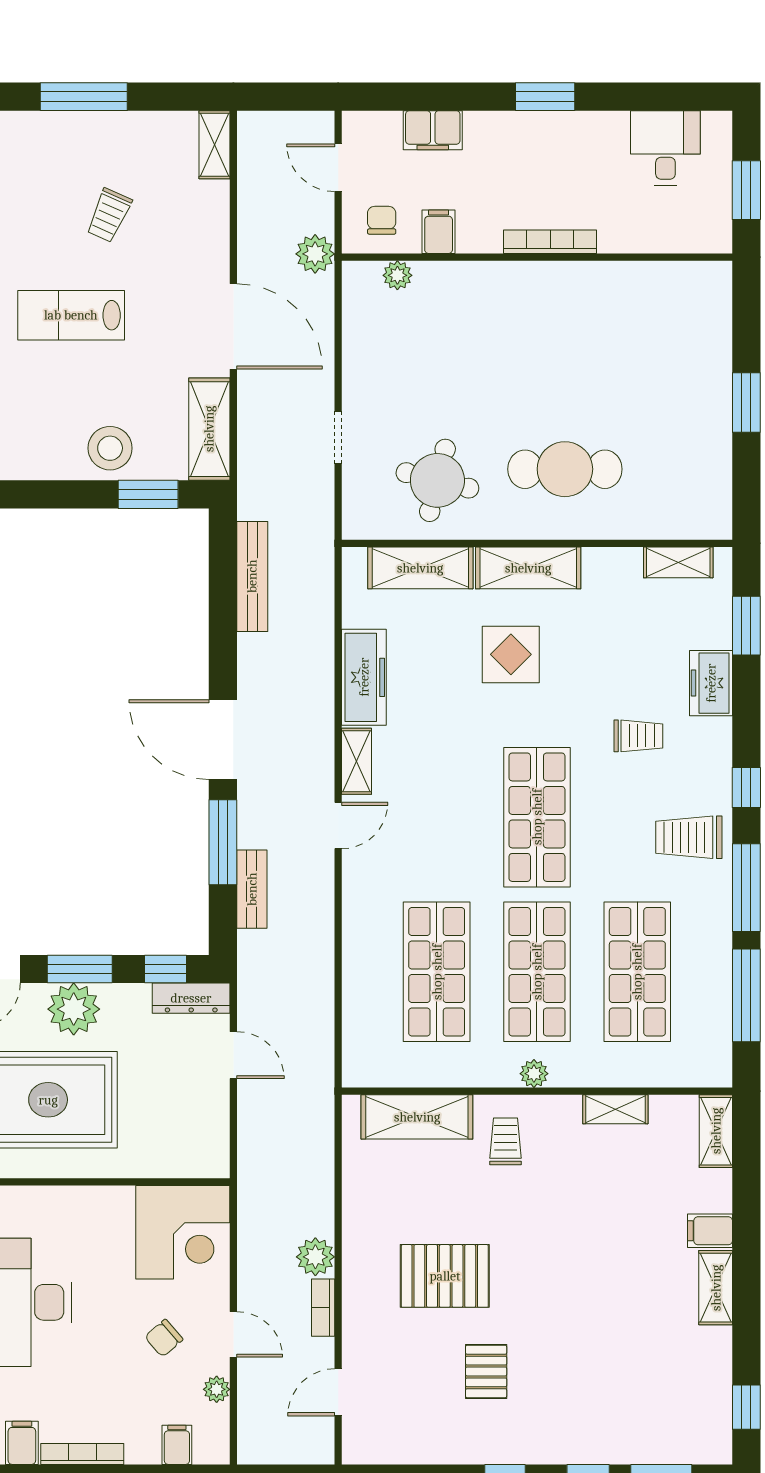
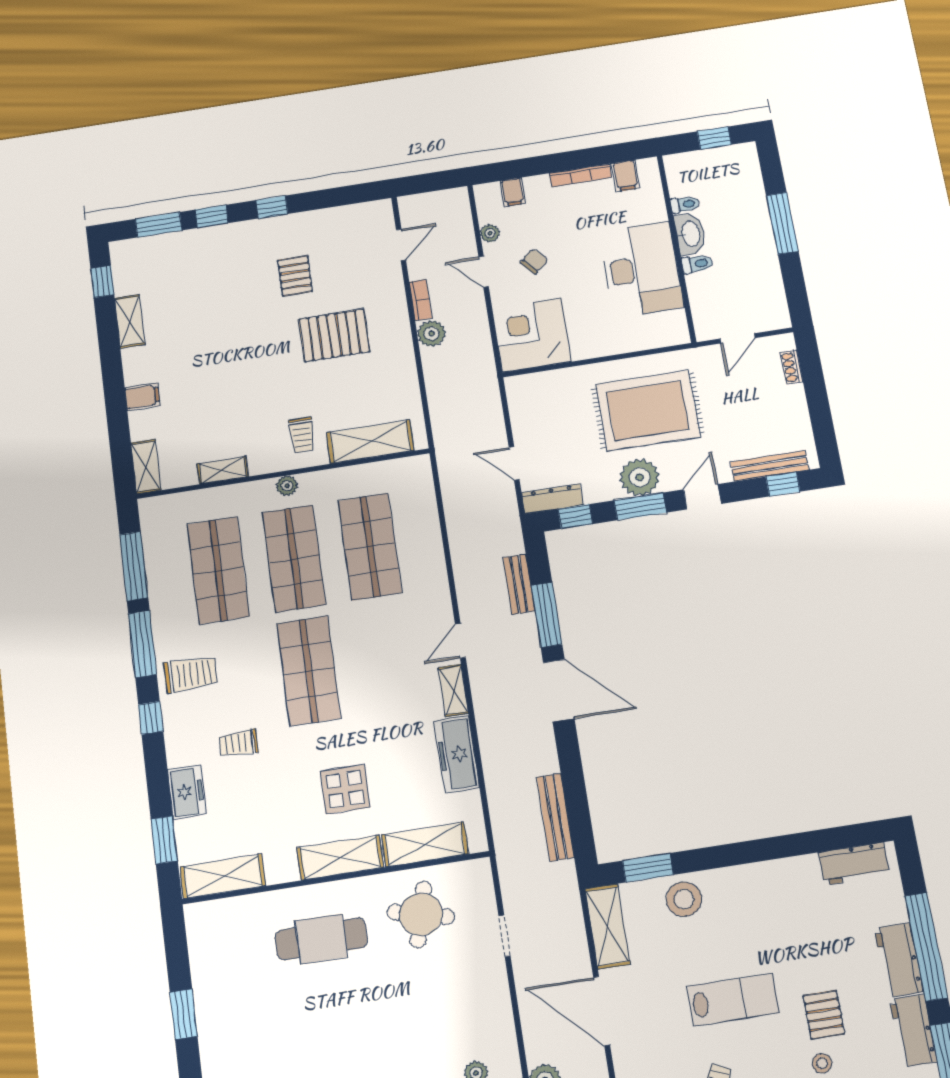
shelving: (678, 562) -> (223, 876), width x1.50, depth x1.33
shelving: (716, 1288) -> (130, 321), moved

